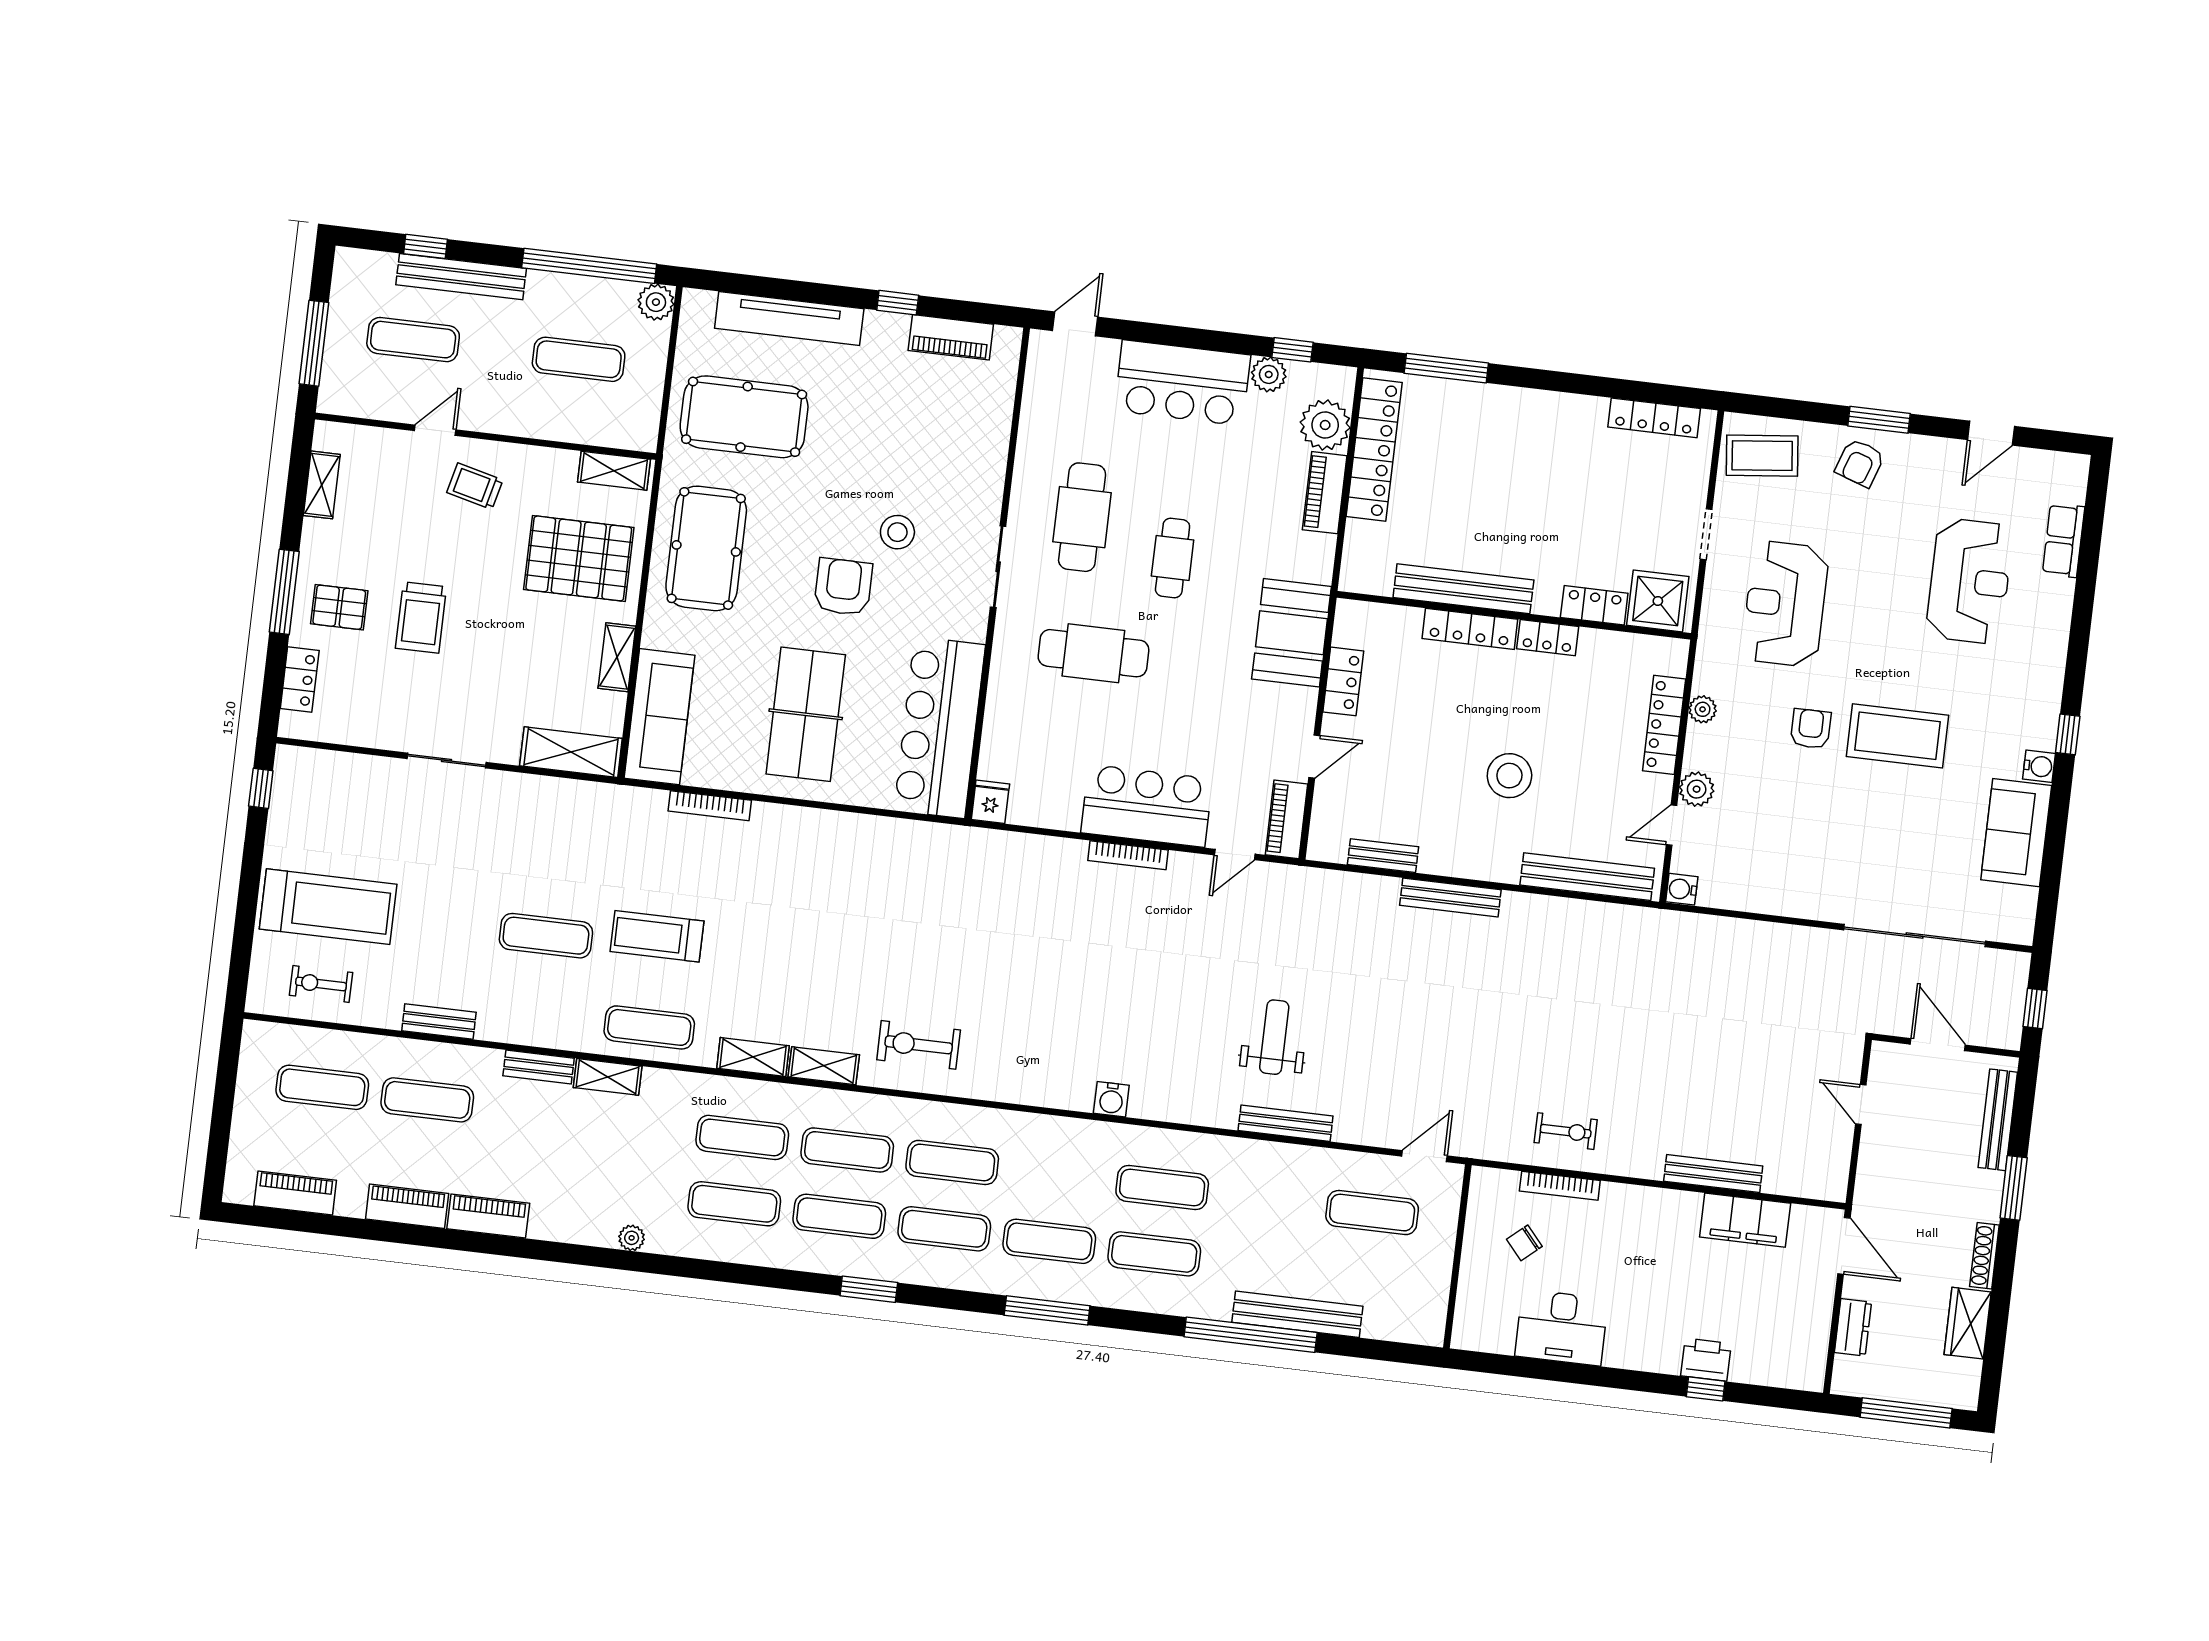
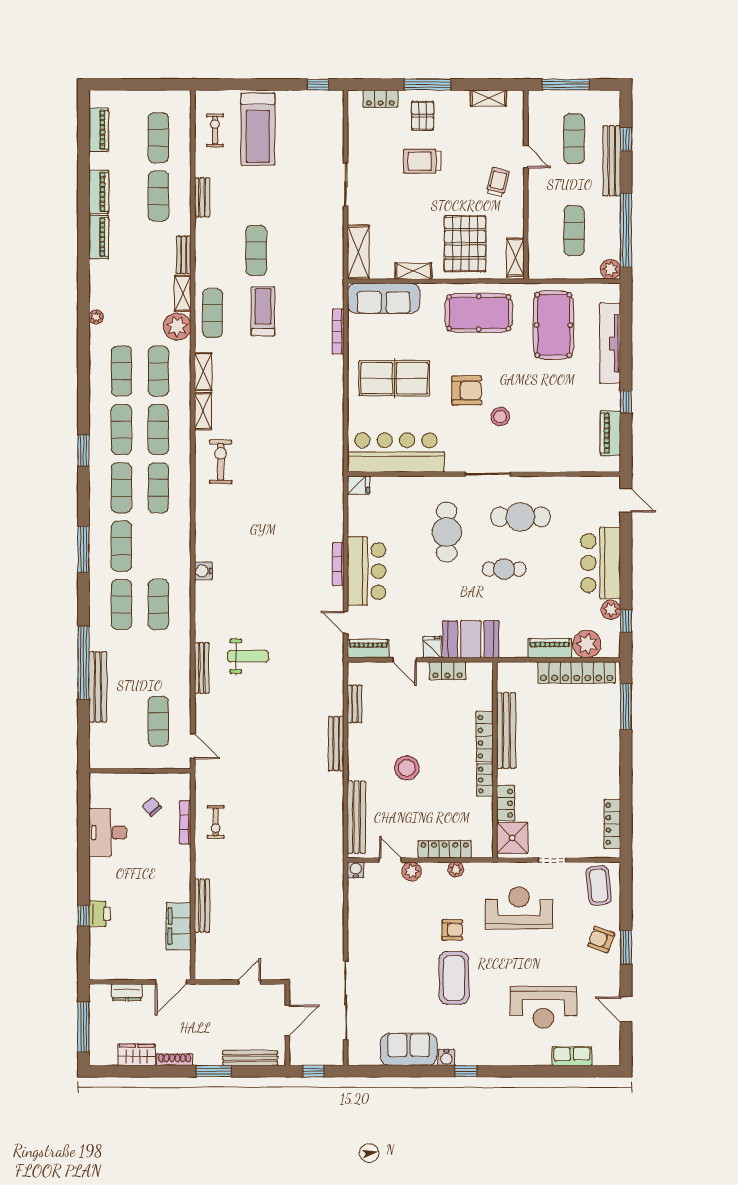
fridge: (1297, 704) -> (432, 647), added
plant: (666, 1094) -> (177, 327), added

